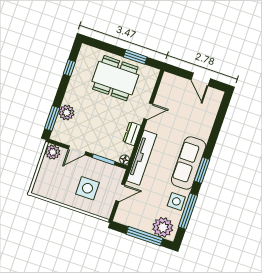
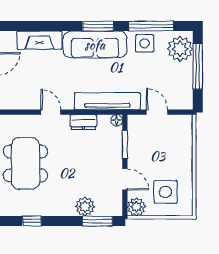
fireplace: (207, 121) -> (39, 40), added
side table: (88, 188) -> (165, 192), moved

